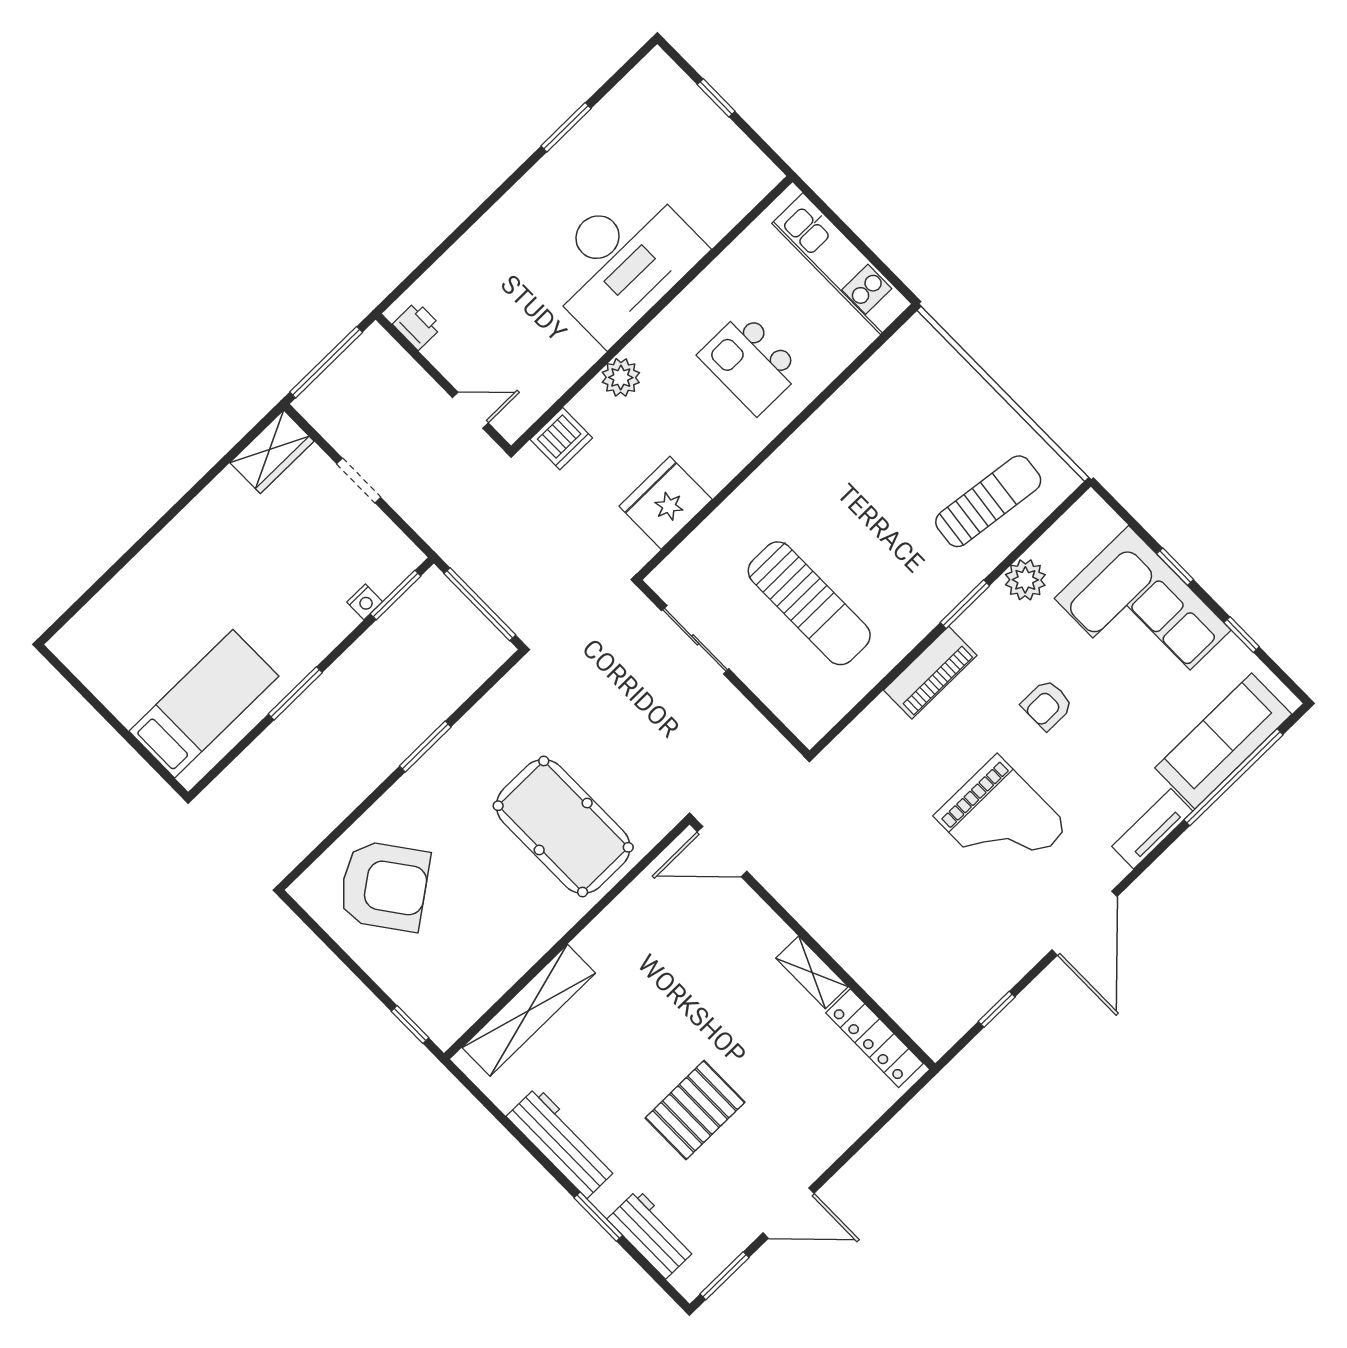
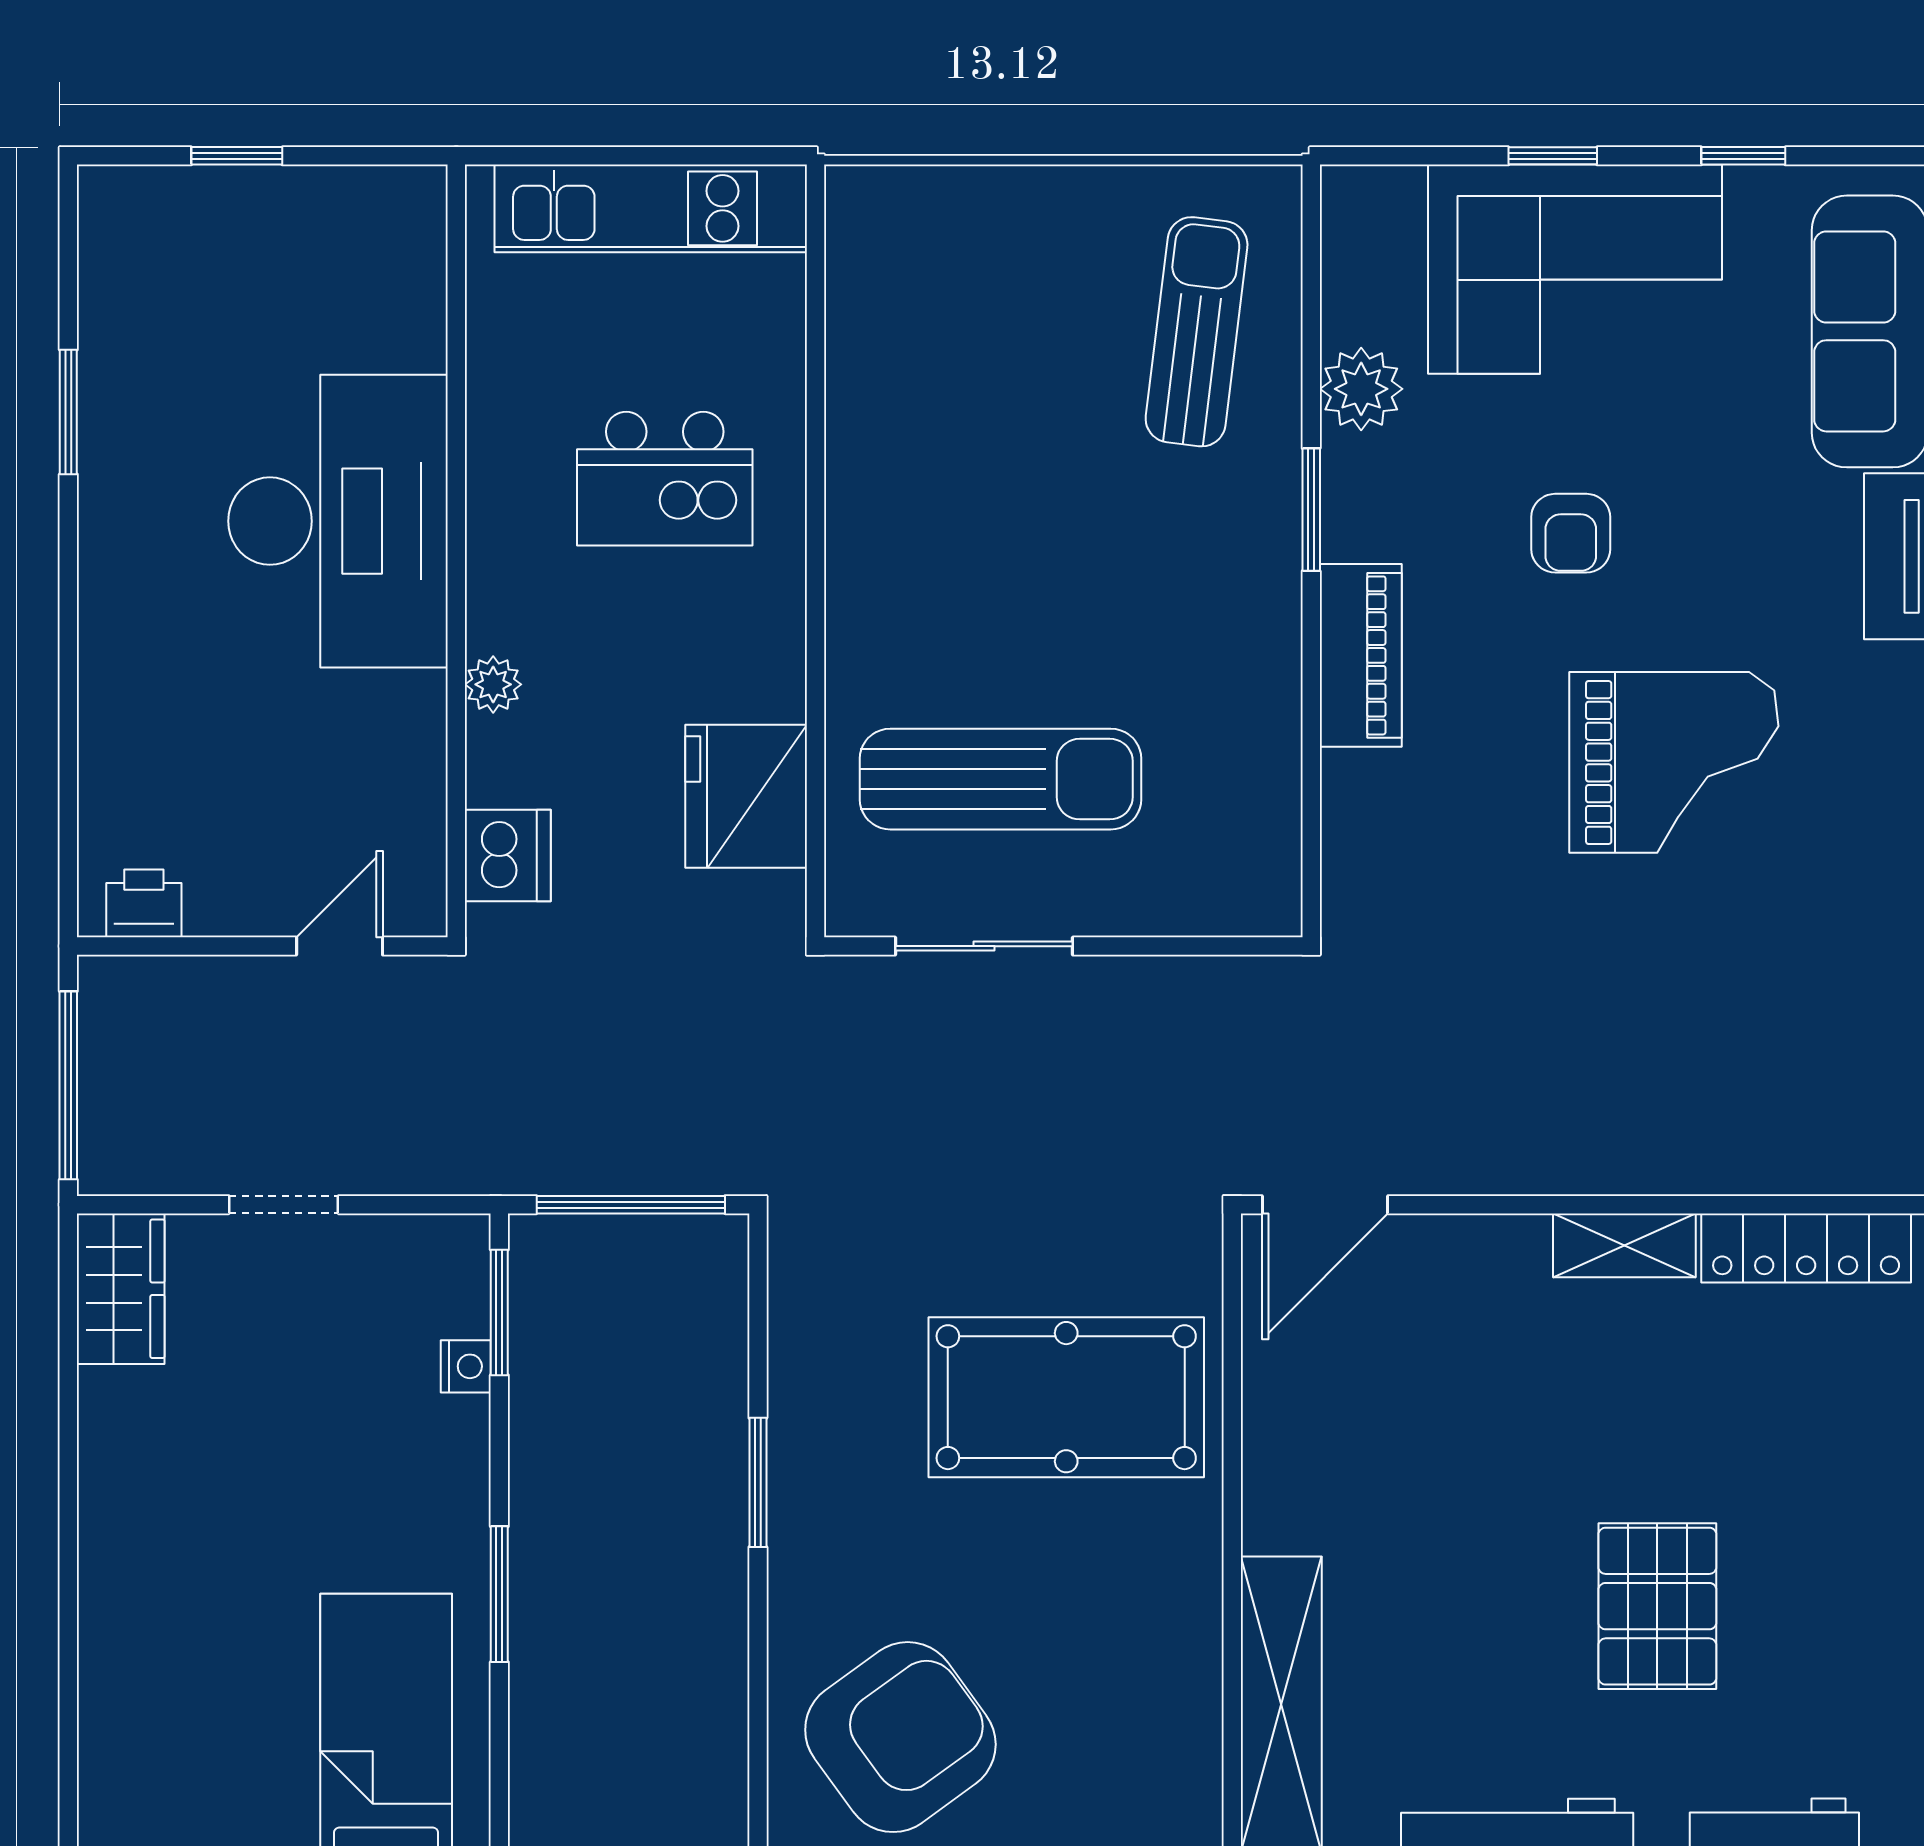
plant: (621, 377) -> (493, 684), width x0.73, depth x0.73
sun lounger: (809, 603) -> (1001, 779), moved

